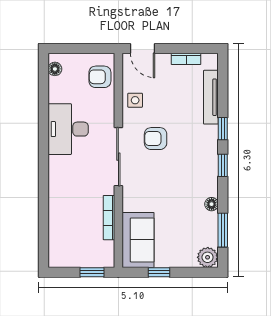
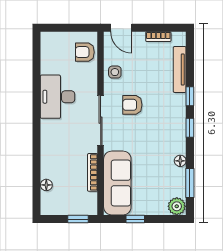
floor lamp: (55, 69) -> (46, 185), moved
sofa: (138, 240) -> (117, 183), width x1.36

